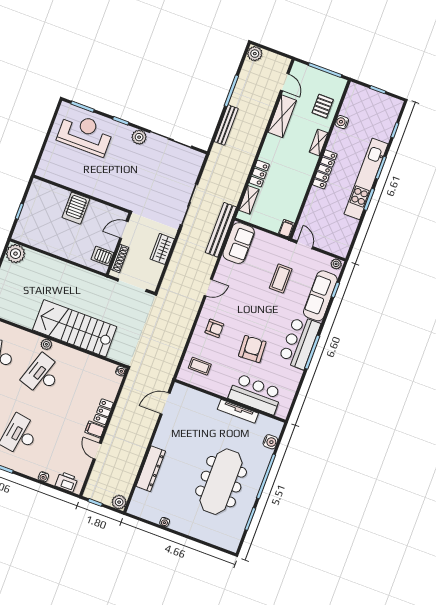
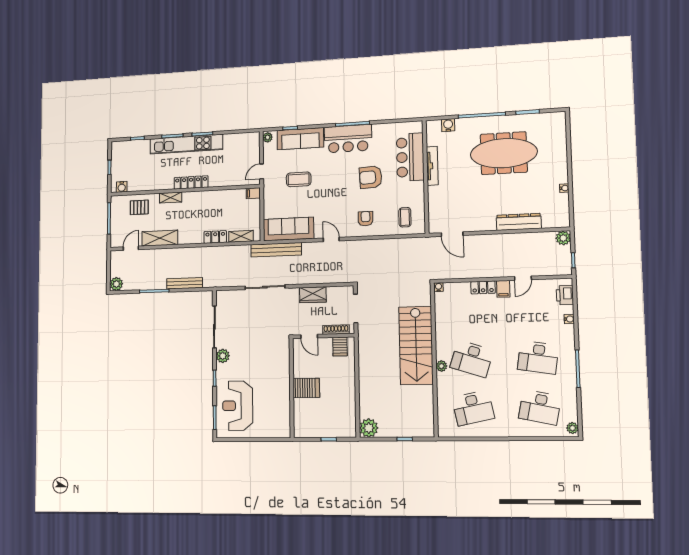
water cooler: (342, 122) -> (122, 187), moved
sofa: (239, 243) -> (288, 229), width x1.36

